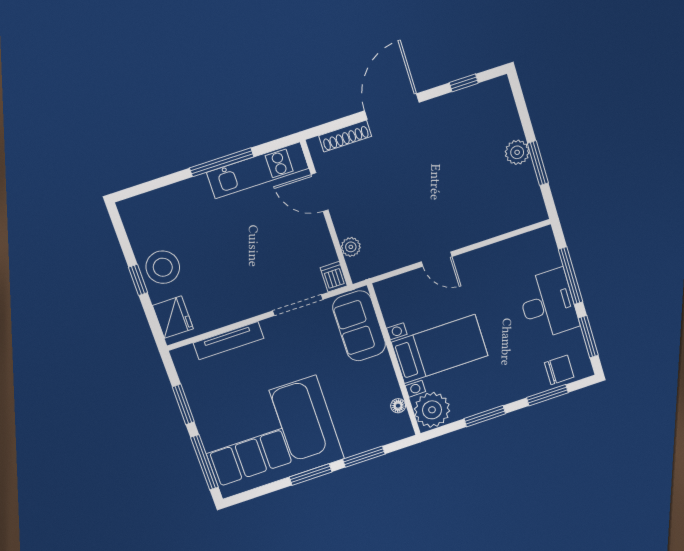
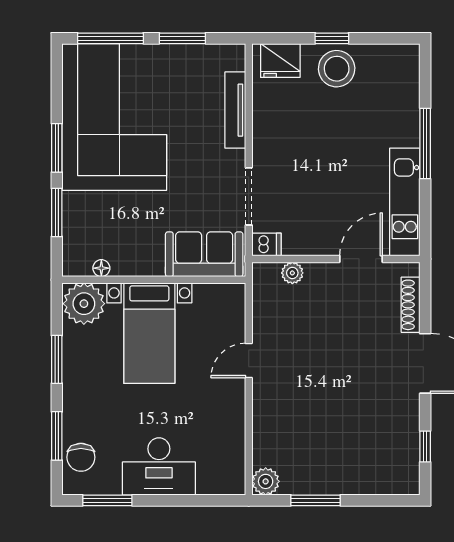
plant: (517, 152) -> (266, 481), moved
window: (222, 162) -> (425, 144), moved
window: (571, 276) -> (182, 500), removed

